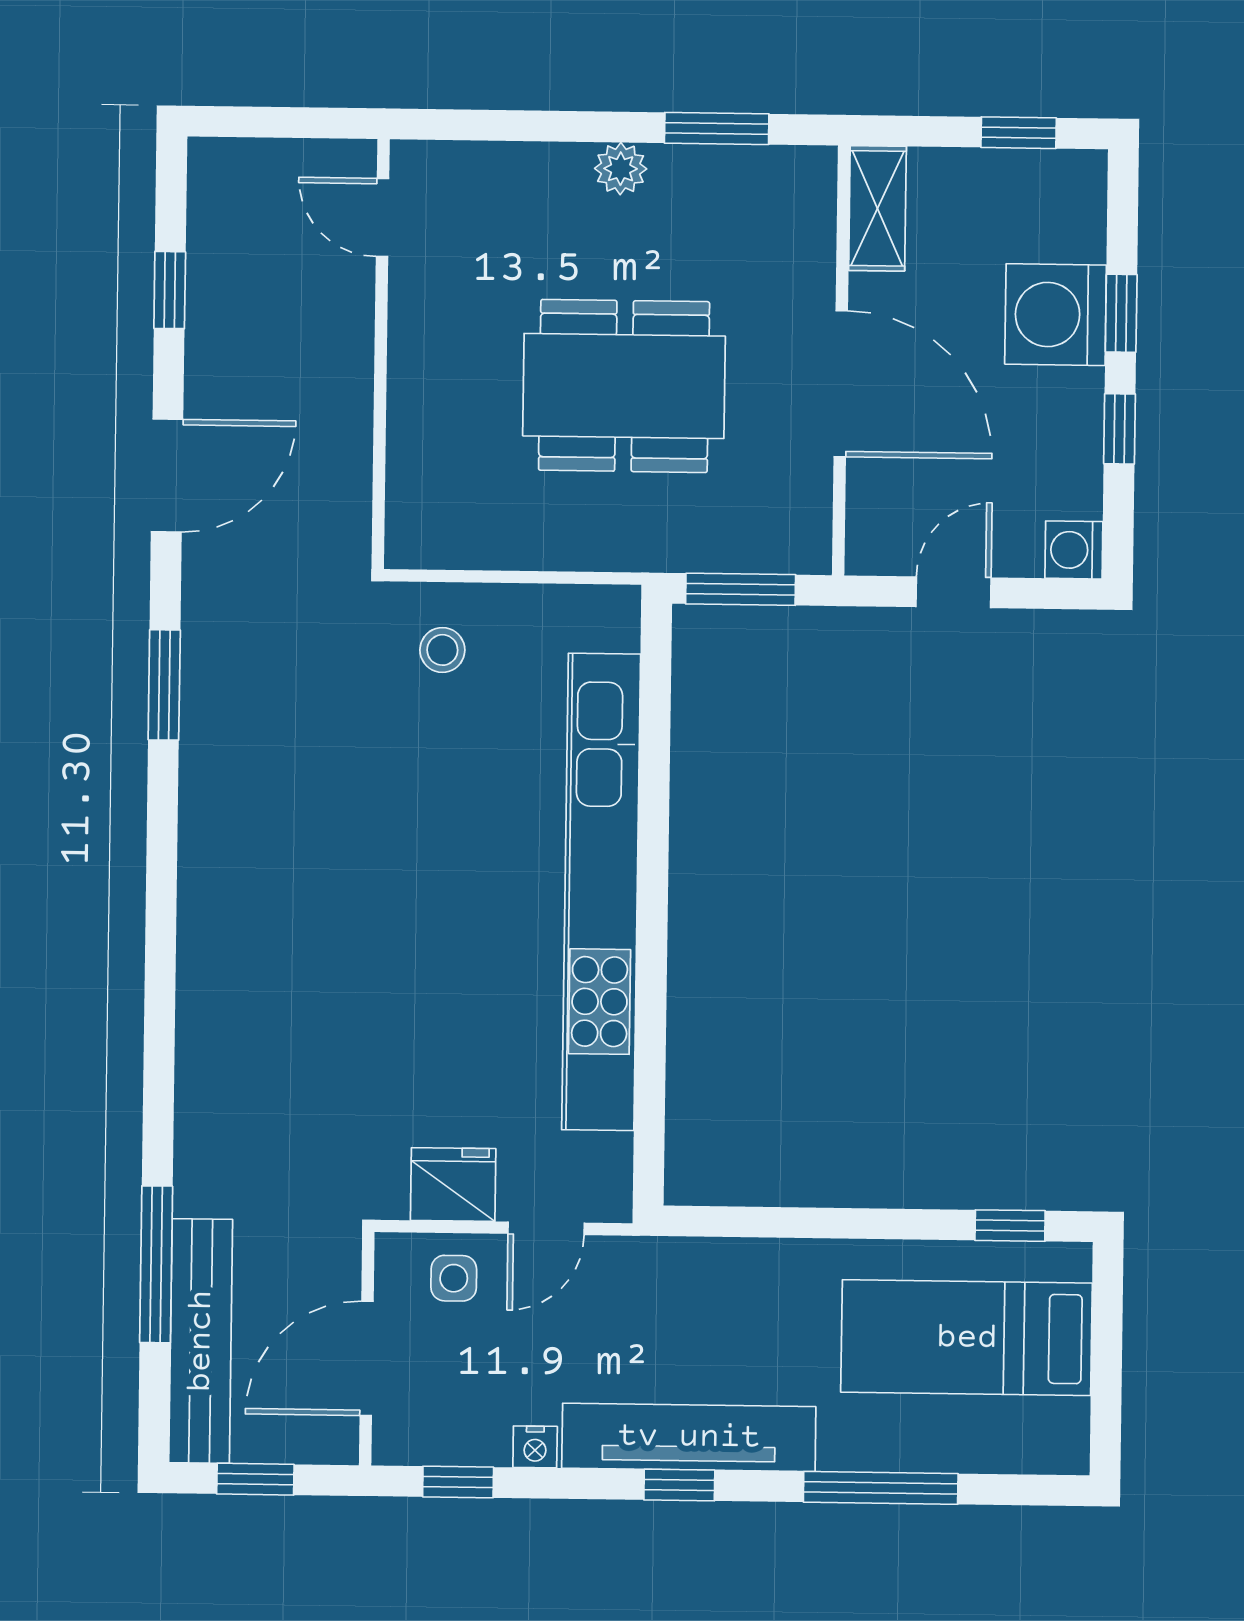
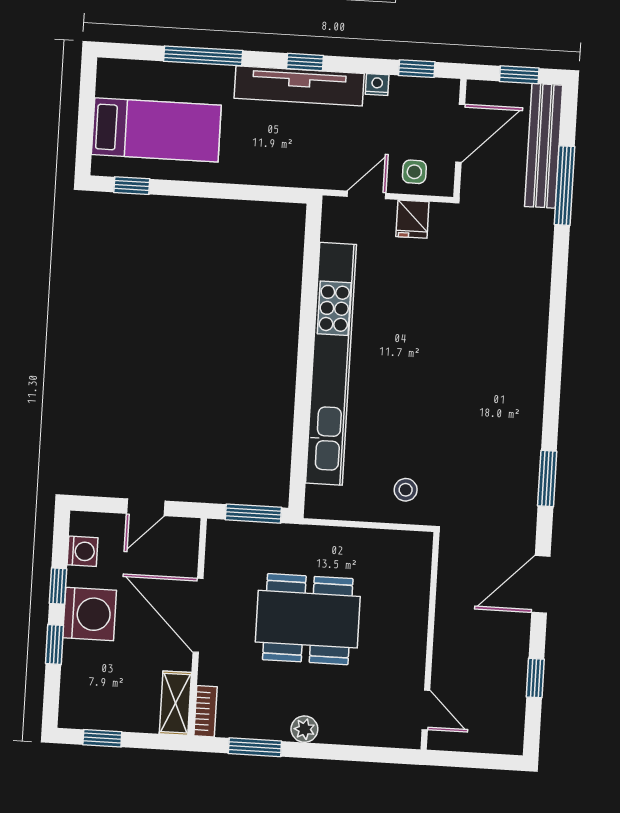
bookcase: (817, 195) -> (206, 711), added
washing machine: (1056, 315) -> (90, 614), moved
washing machine: (1074, 550) -> (82, 551), moved
fridge: (453, 1184) -> (412, 219), width x0.72

